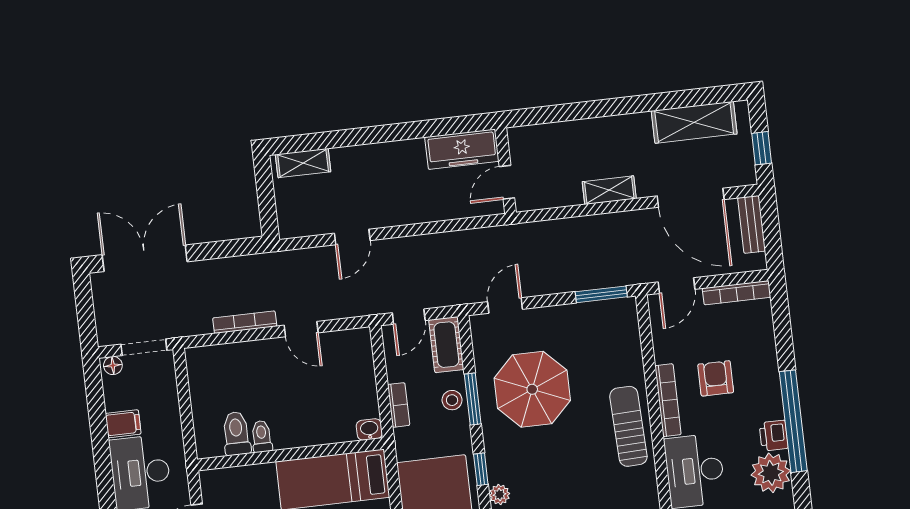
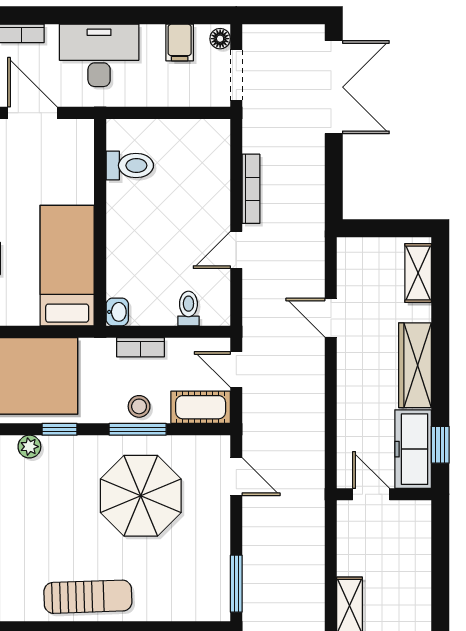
window: (455, 125) -> (440, 445), added
wardrobe: (386, 156) -> (415, 365), added
filing cabinet: (123, 424) -> (180, 43), moved
toilet: (262, 436) -> (188, 308), moved, turned -90

